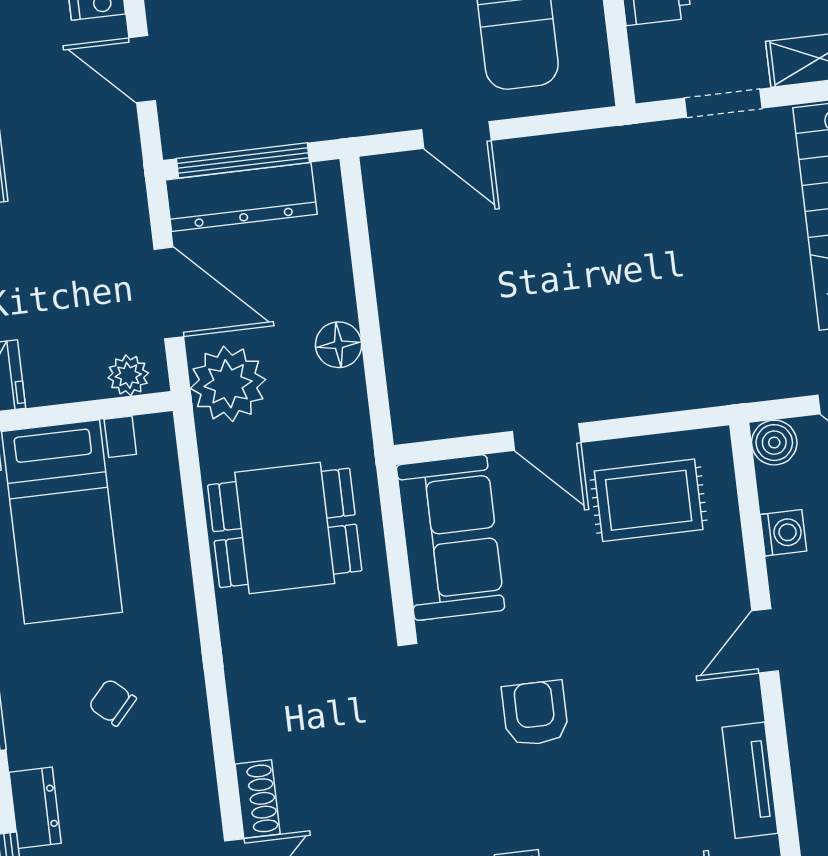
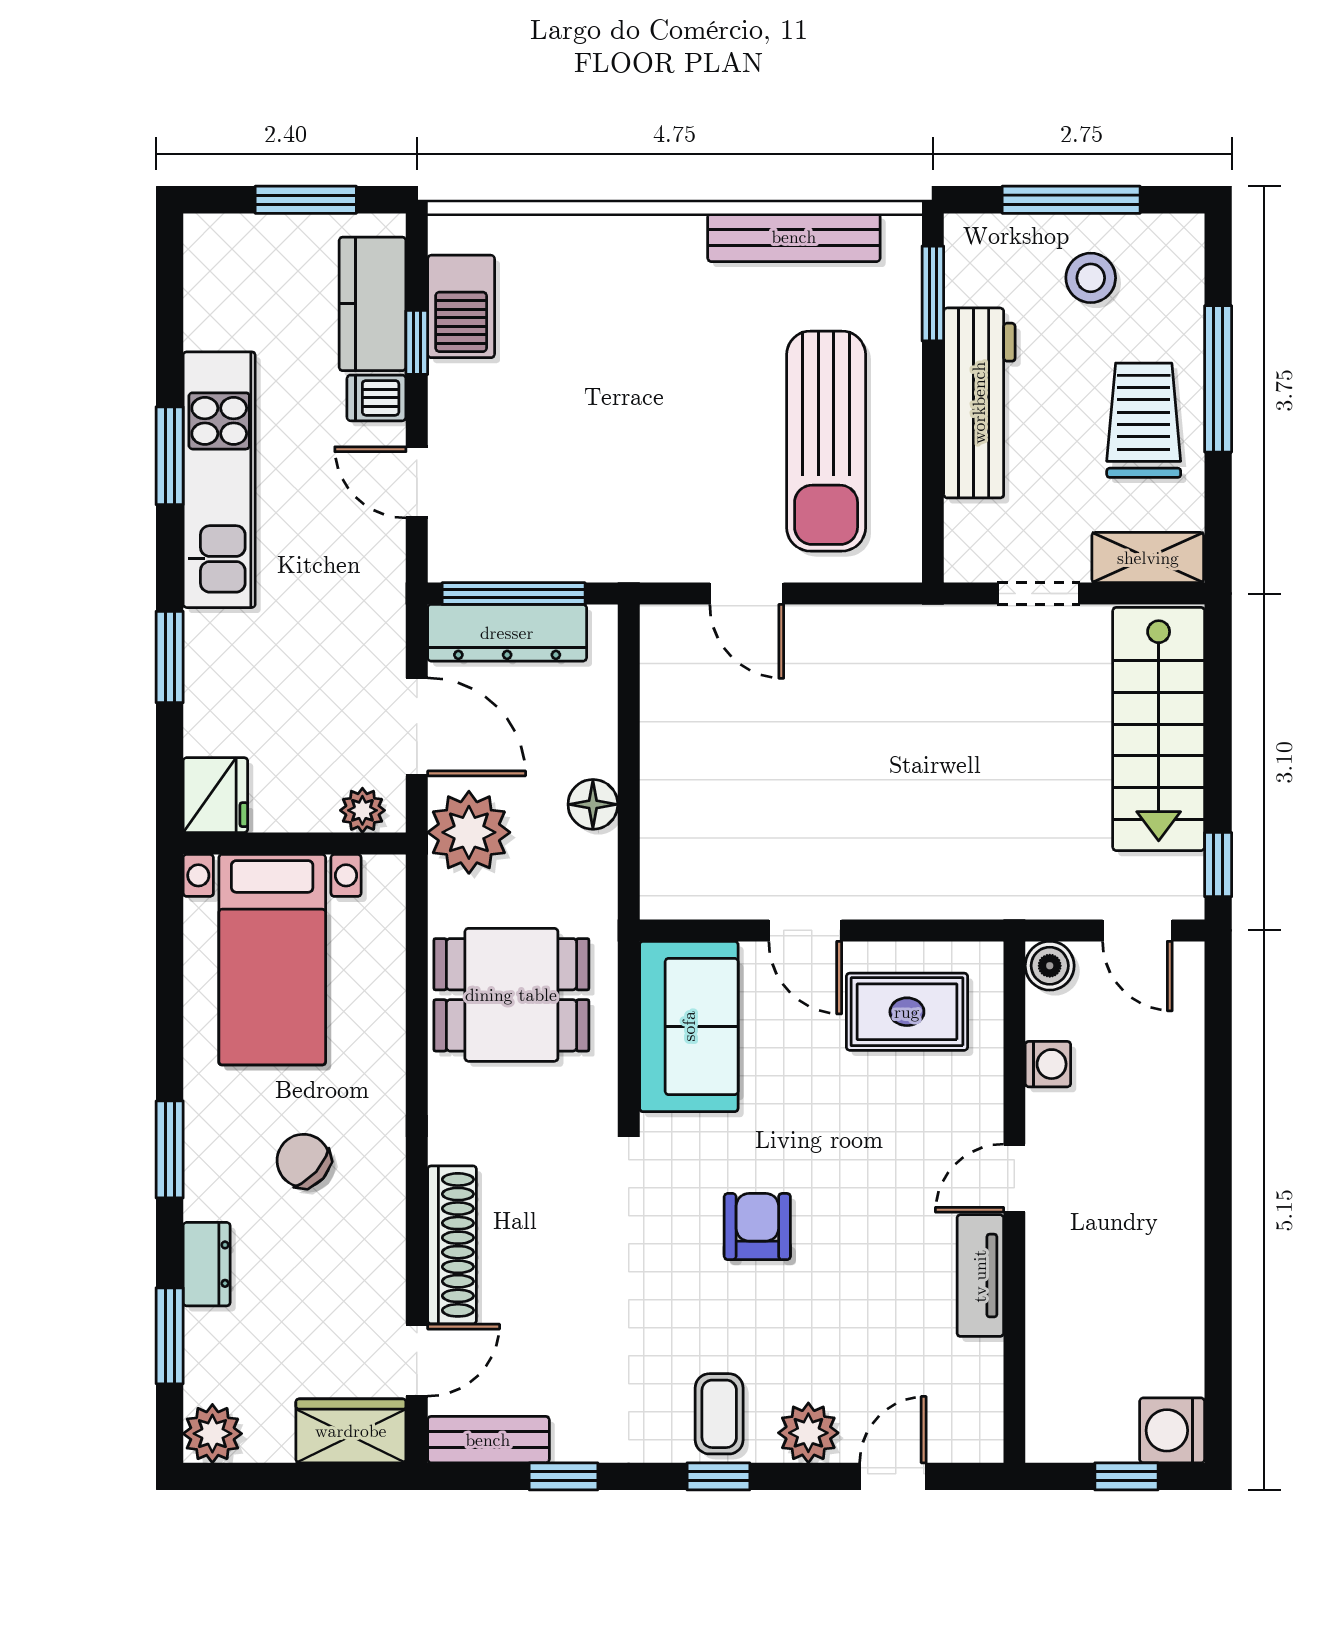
chair: (112, 702) -> (303, 1161), width x1.37, depth x1.37
tv unit: (750, 780) -> (980, 1276), moved
shoe rack: (258, 799) -> (452, 1245), width x1.94, depth x1.24

